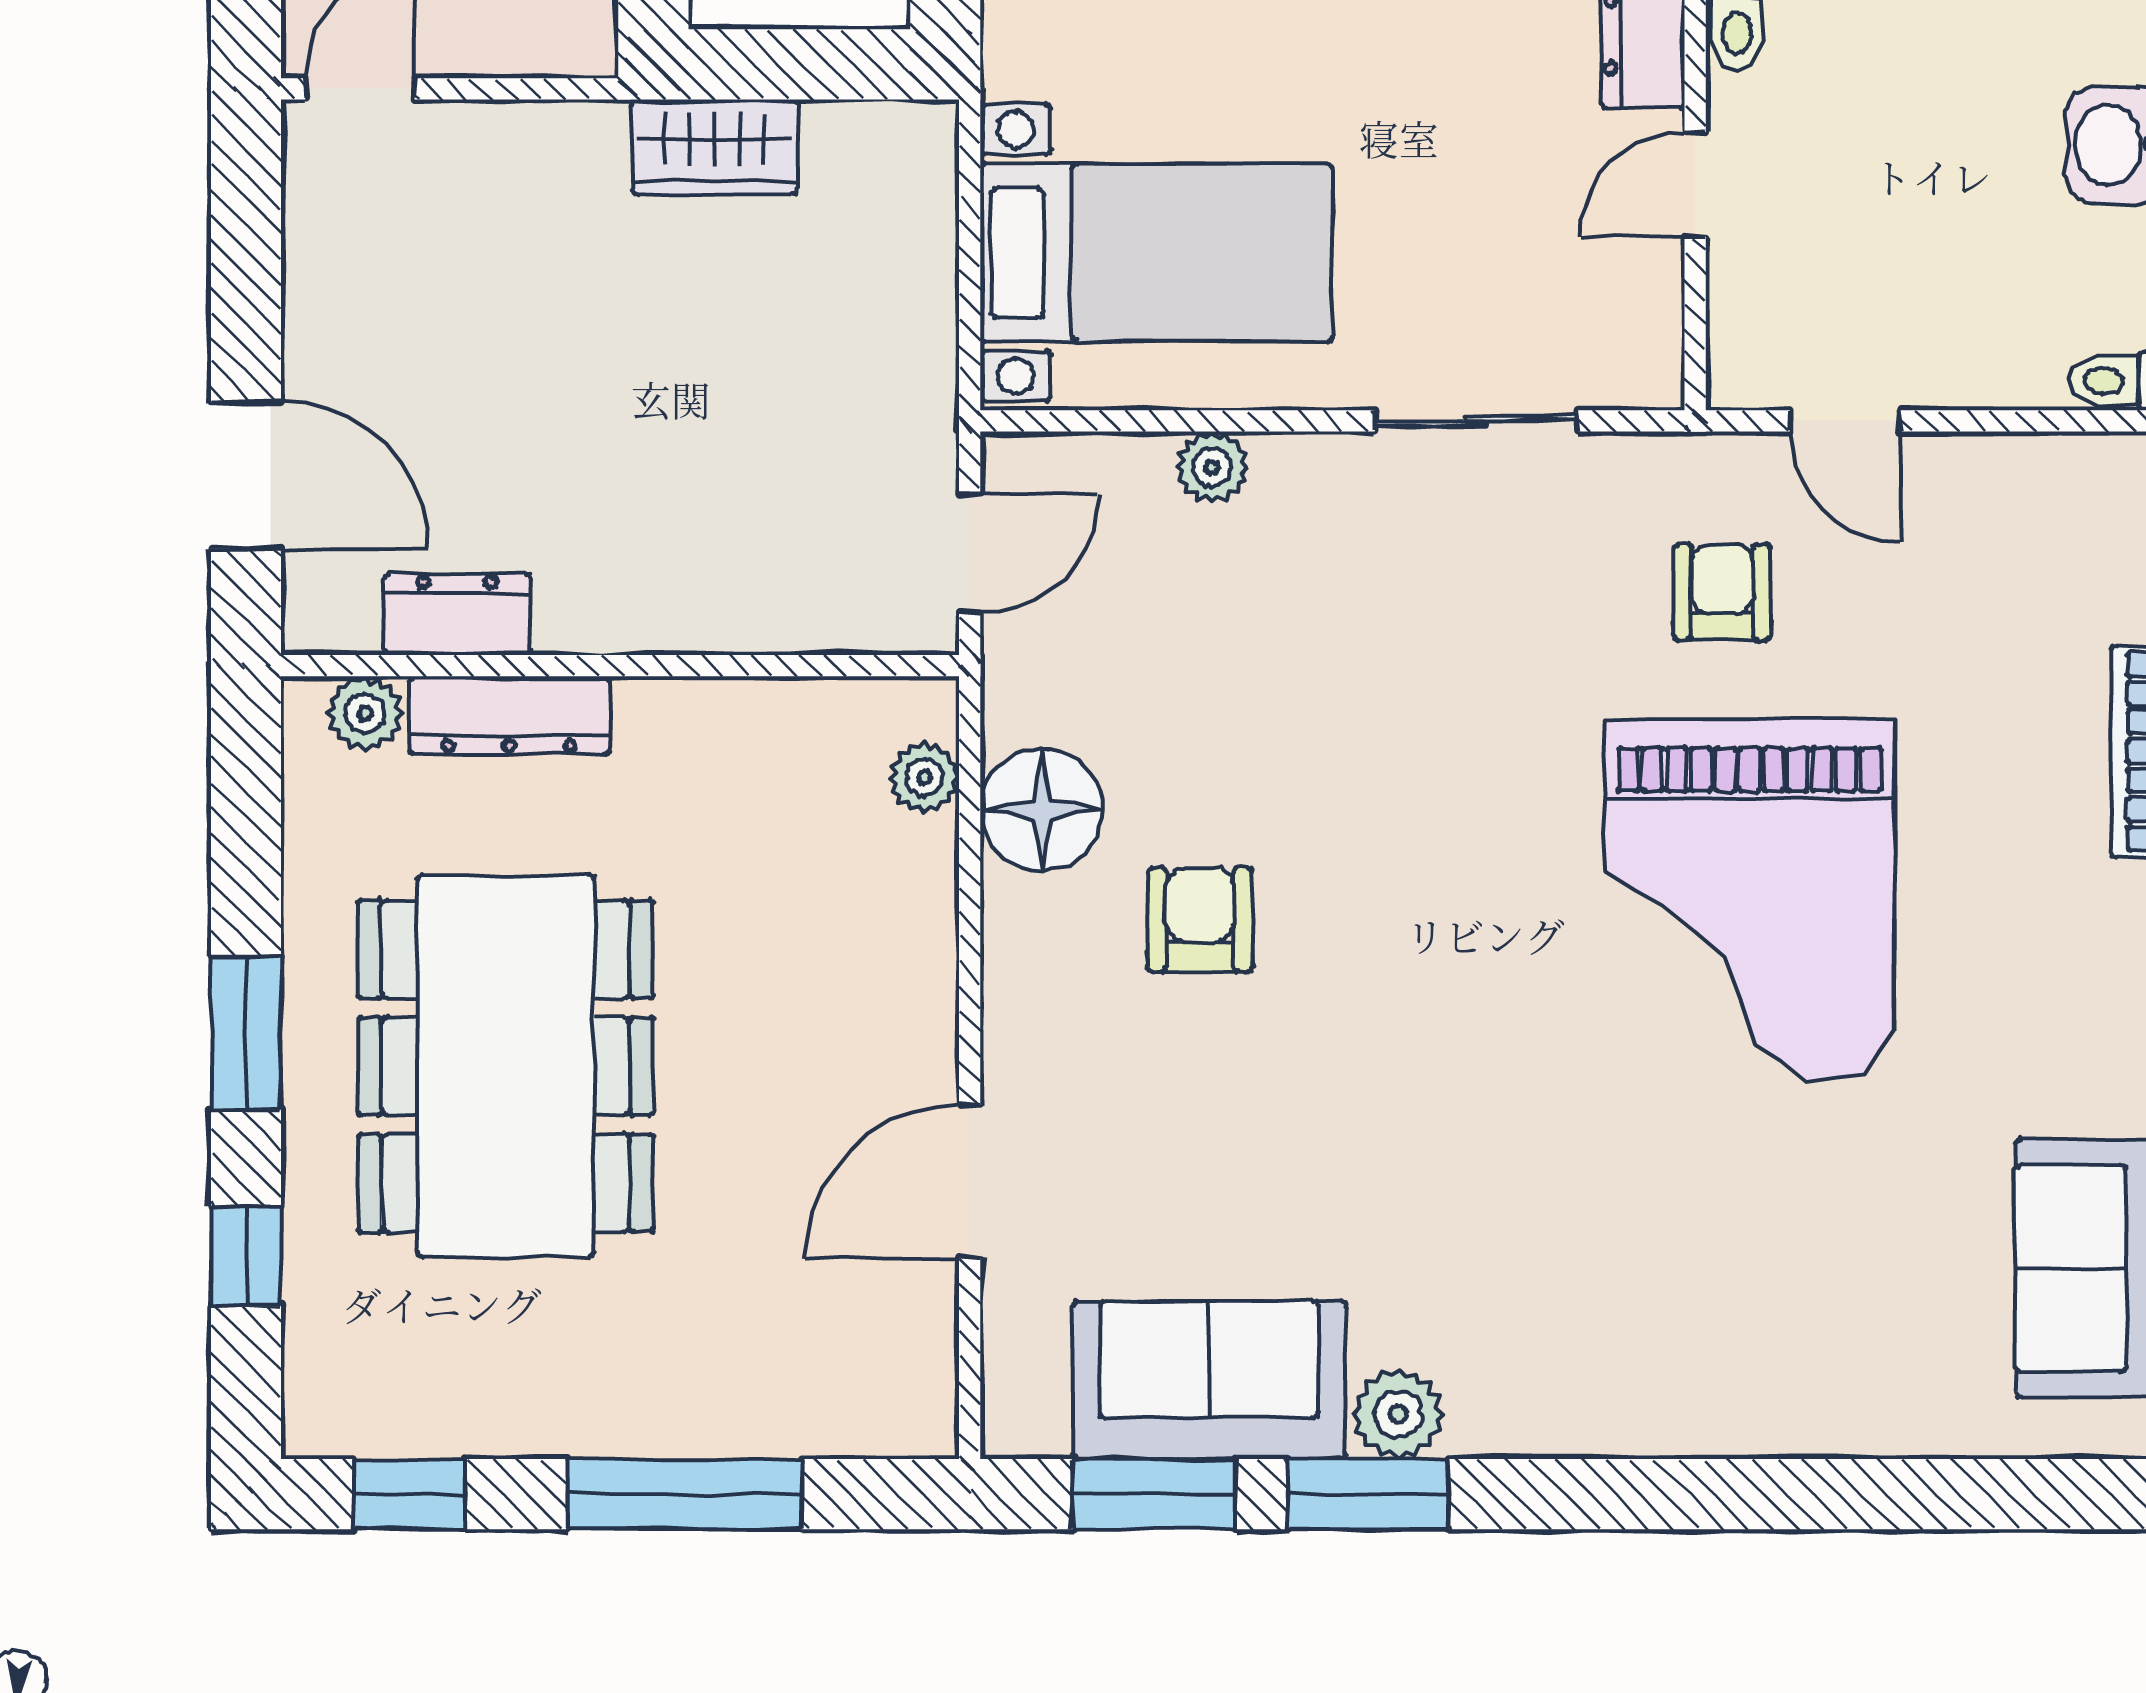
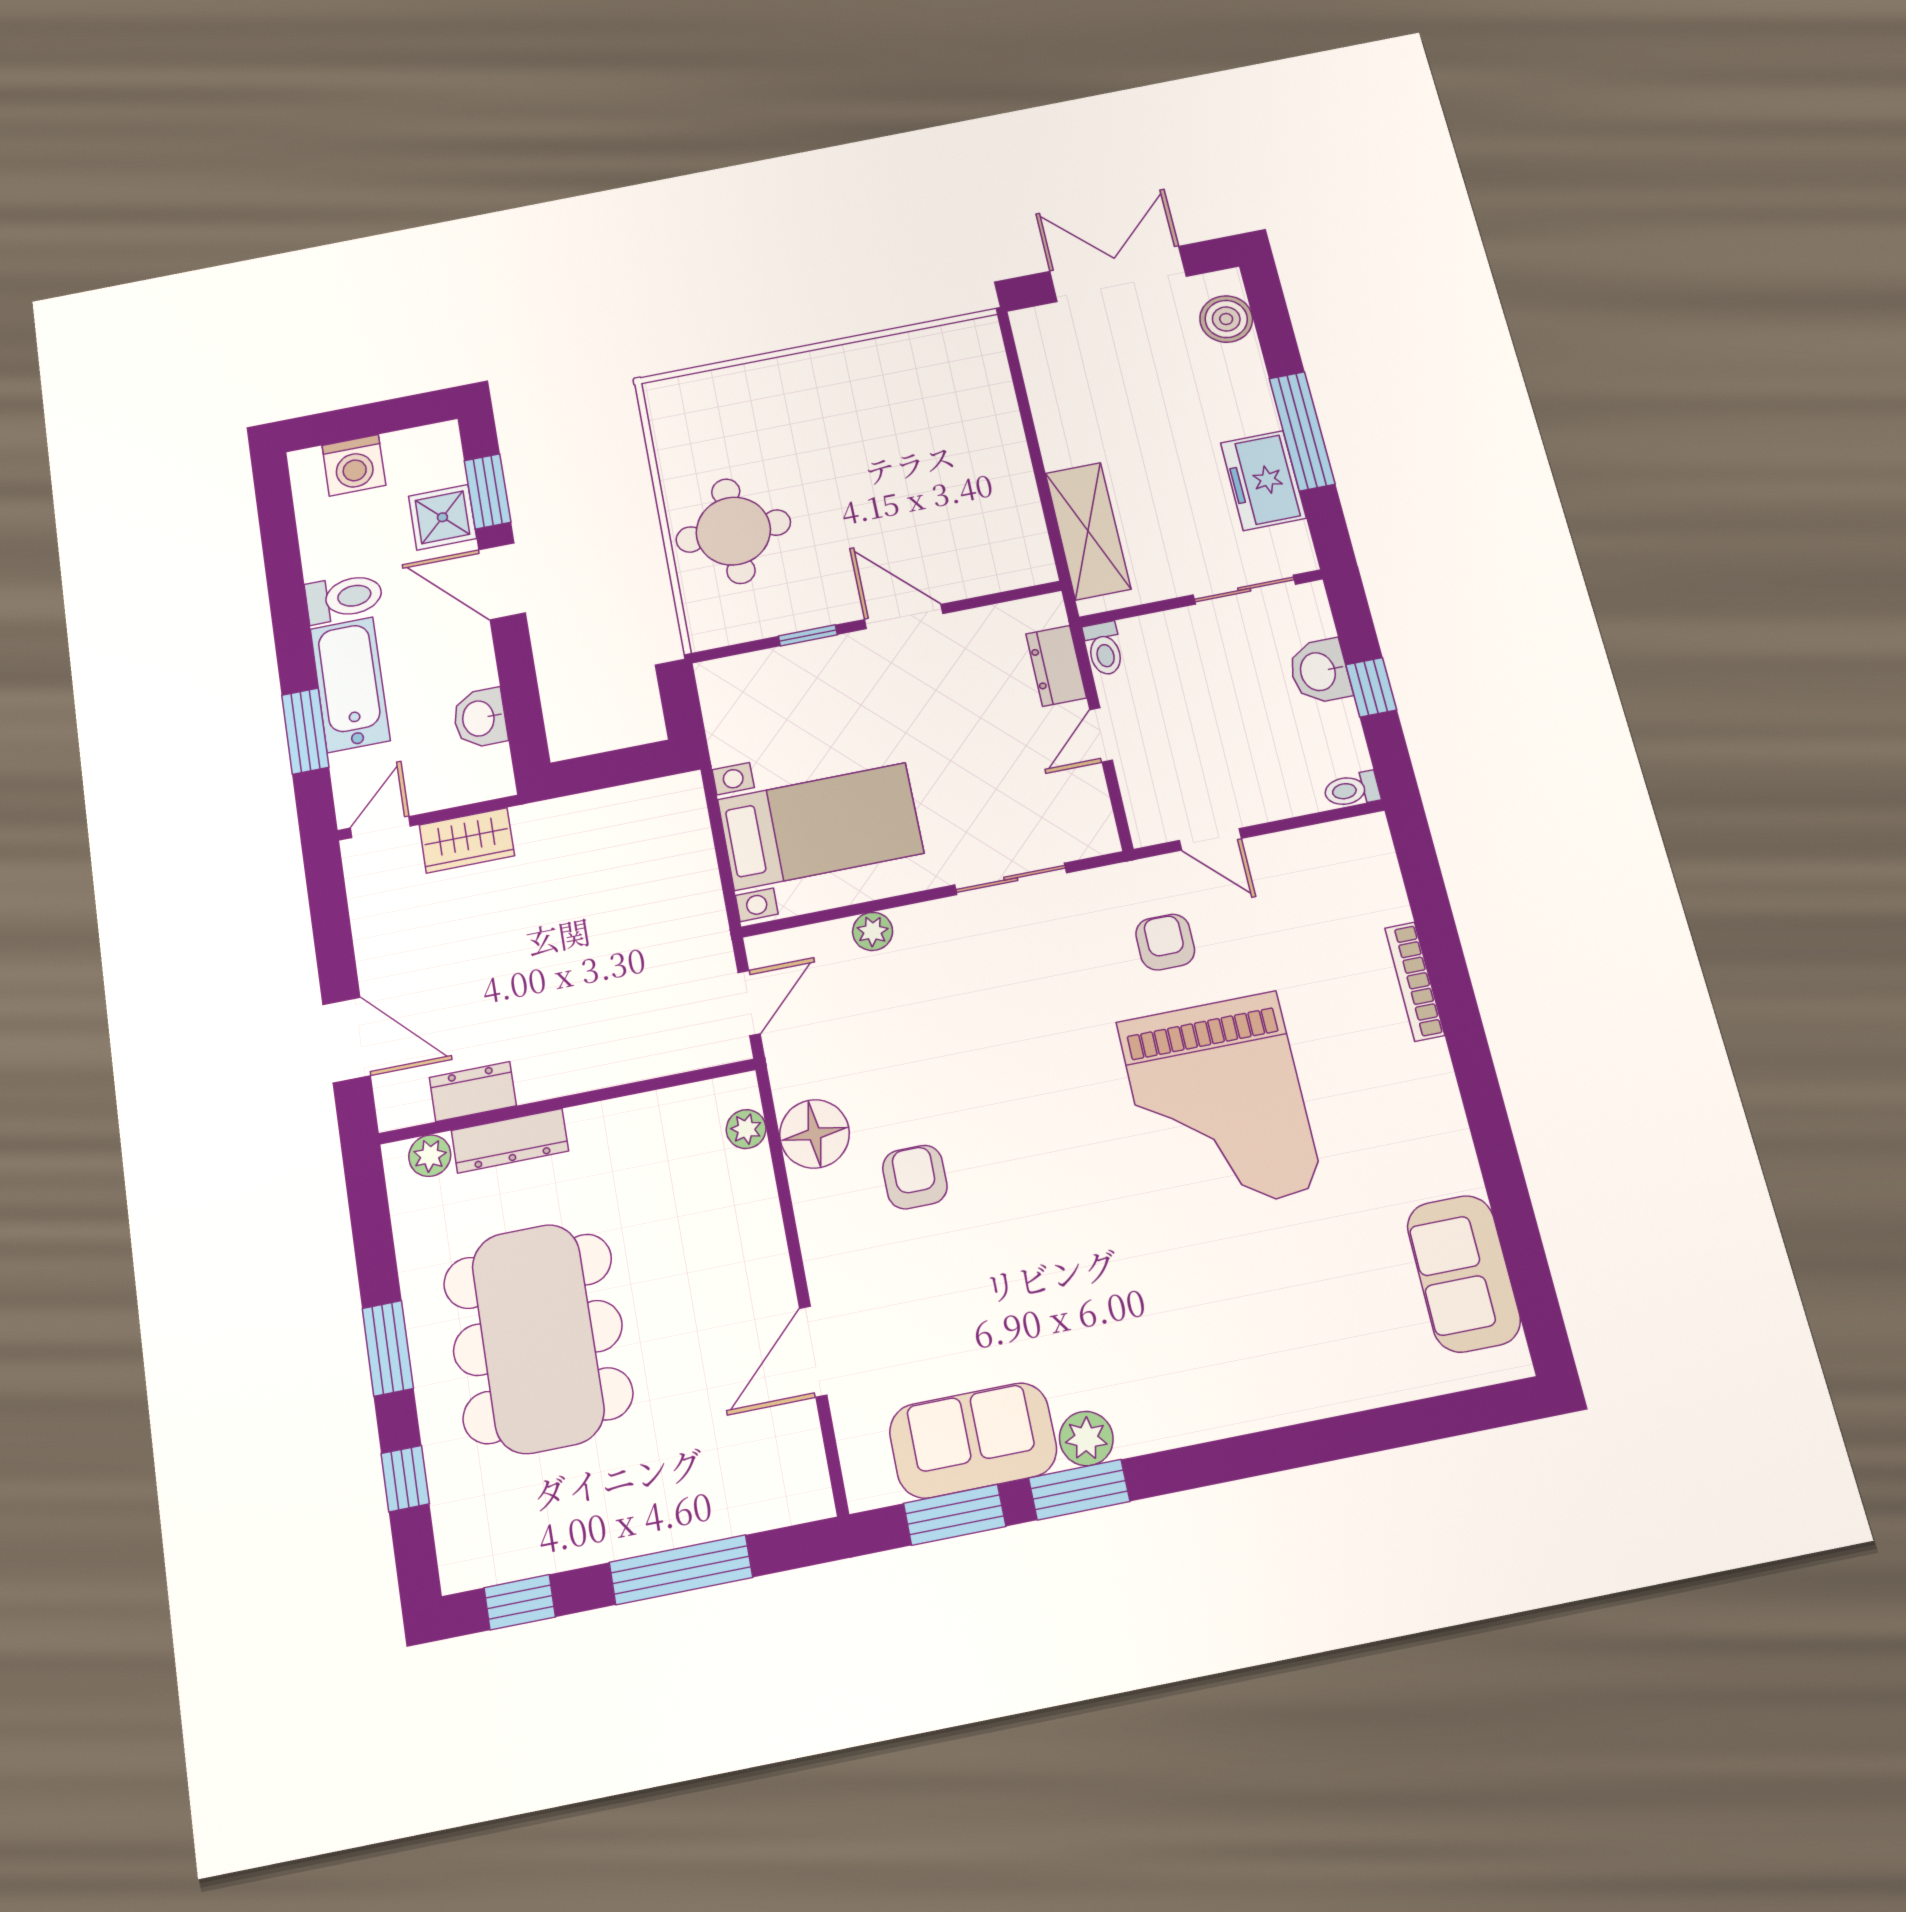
wardrobe: (714, 147) -> (467, 840), moved

